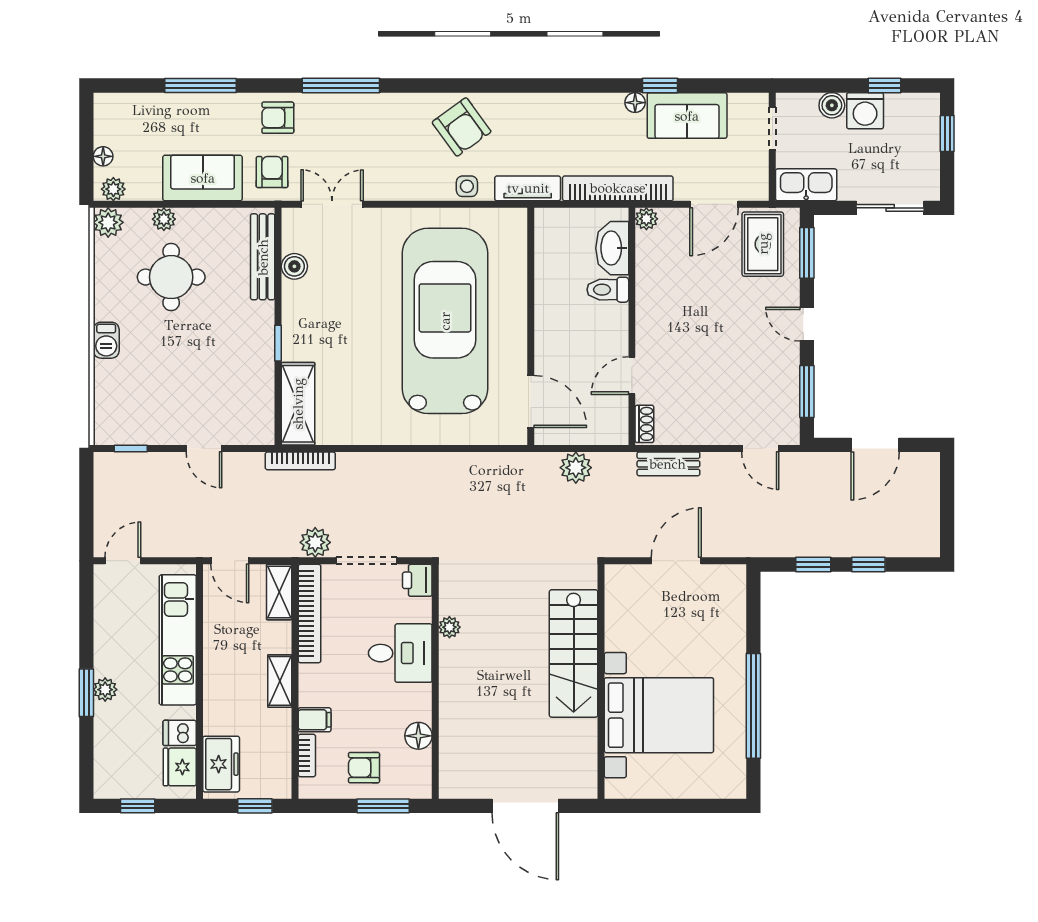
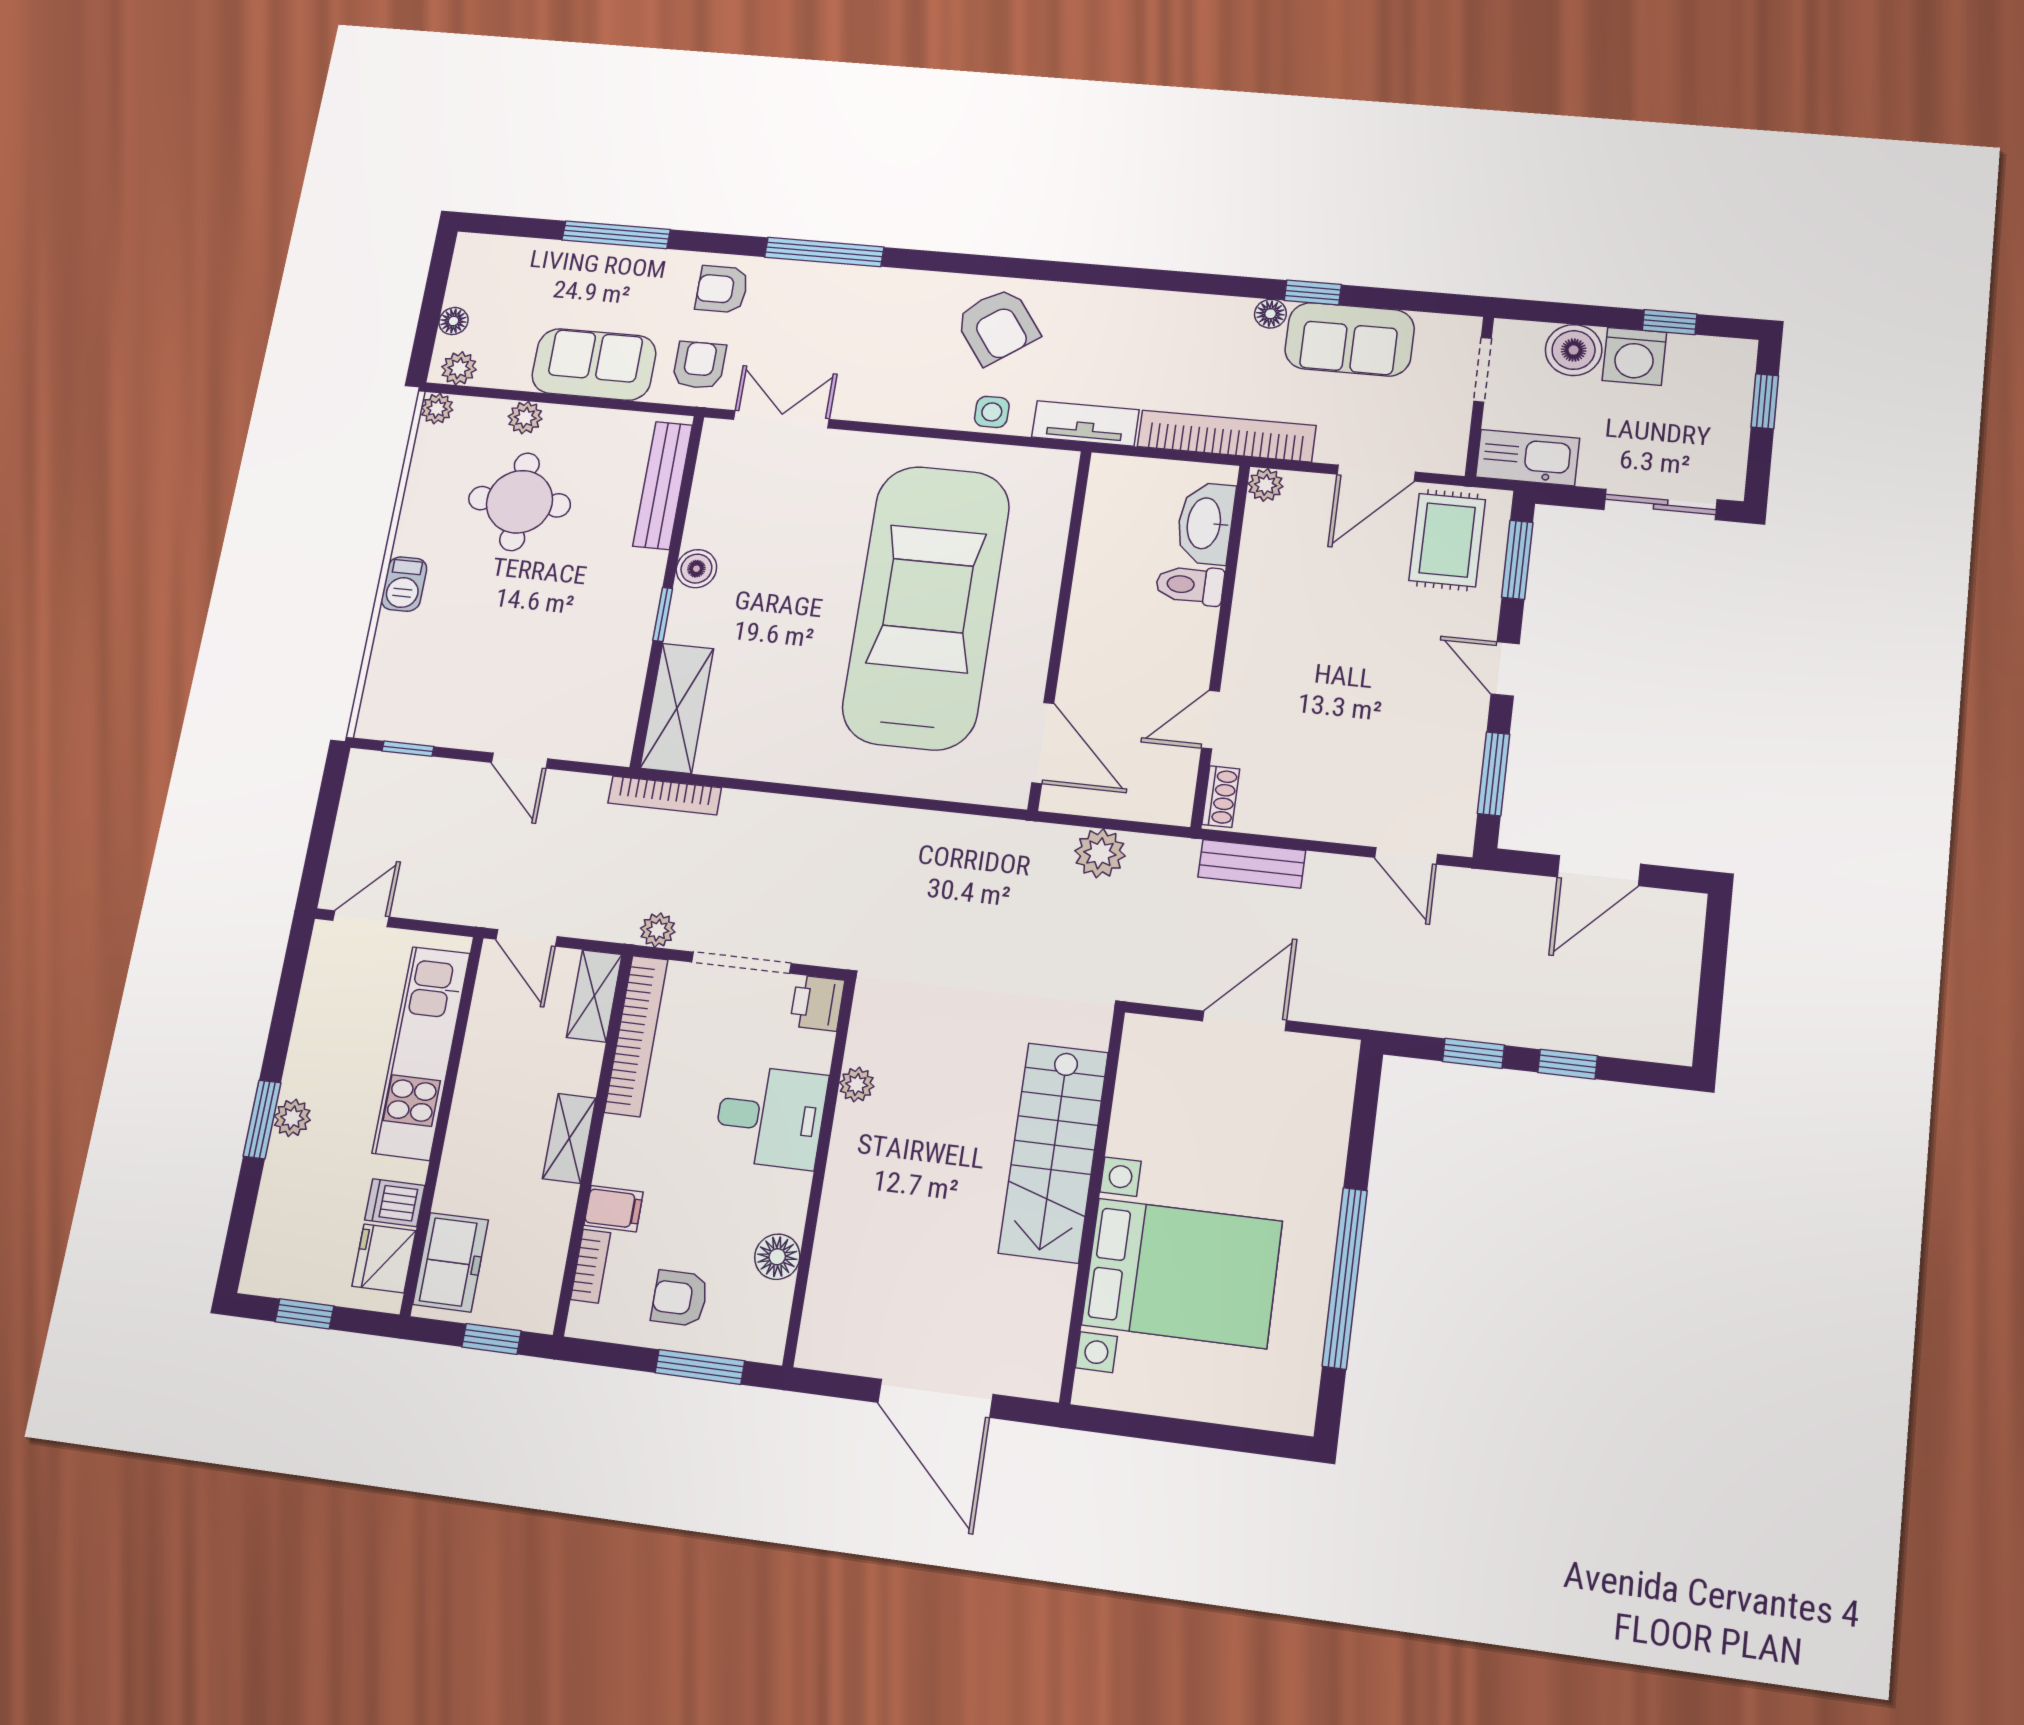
boiler: (832, 105) -> (1574, 350), width x1.36, depth x1.36
plant: (108, 222) -> (437, 409), width x0.73, depth x0.73
boiler: (294, 266) -> (696, 569), moved
plant: (315, 542) -> (658, 930), width x0.73, depth x0.73

